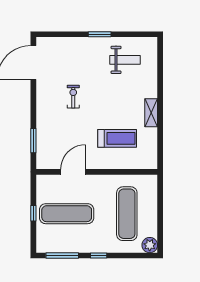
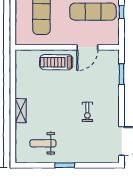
shelving: (151, 113) -> (21, 111), moved
treadmill: (117, 138) -> (56, 62), moved

